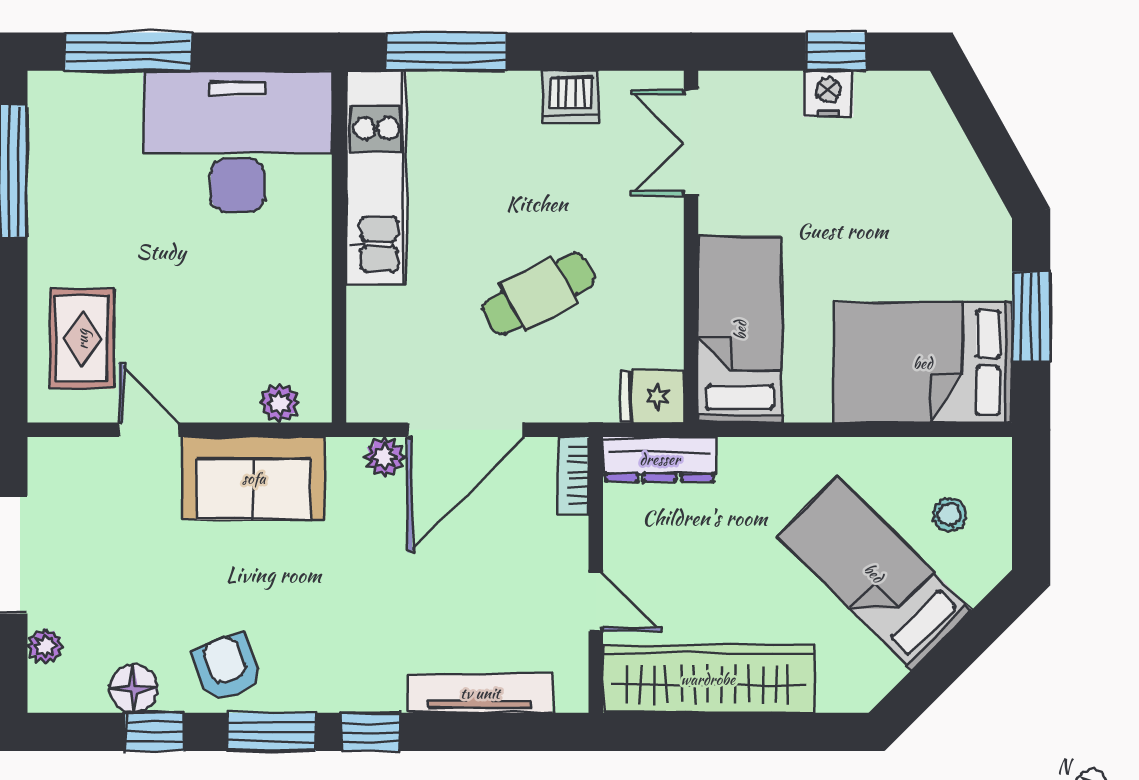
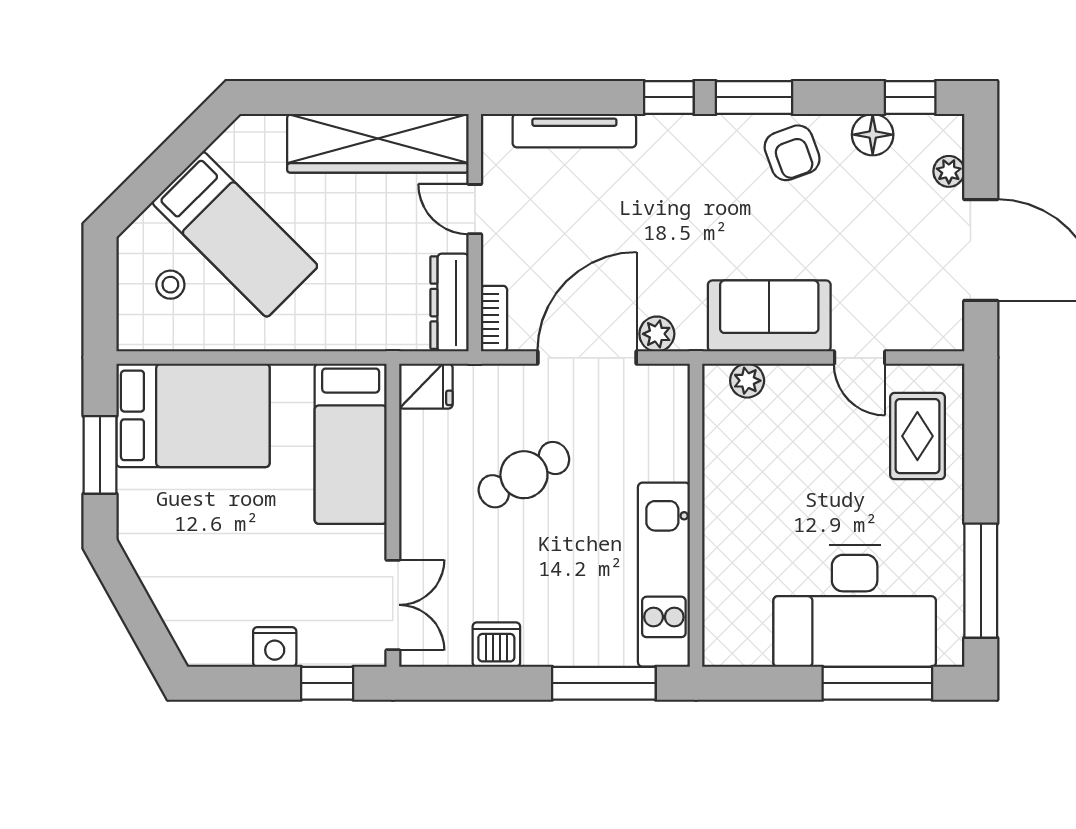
window: (836, 52) -> (327, 683), moved
desk: (237, 141) -> (855, 606), moved
dresser: (660, 459) -> (450, 303), moved, turned -90
window: (155, 732) -> (910, 97), moved

